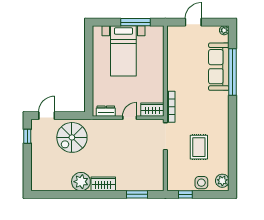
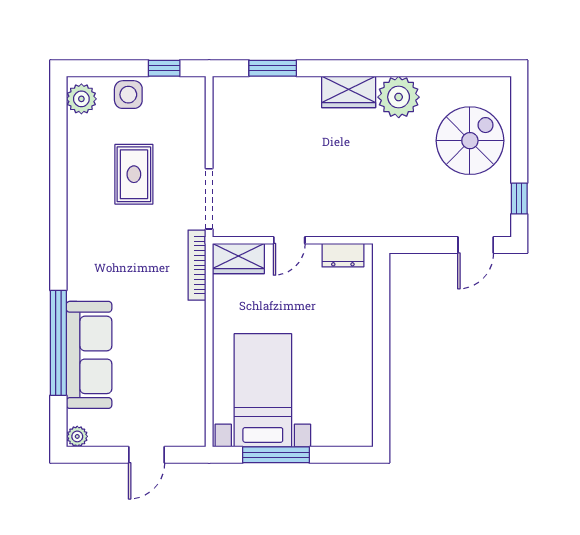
bed with nightstands: (123, 51) -> (263, 390), moved
spiral stairs: (72, 137) -> (470, 141), moved

